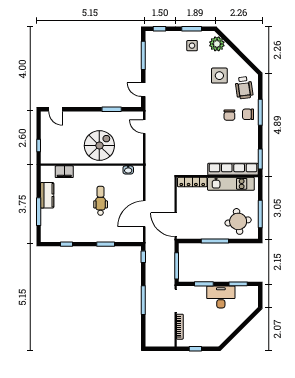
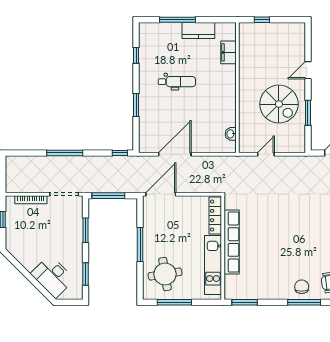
door: (55, 109) -> (308, 70), moved
chair: (229, 115) -> (301, 263), removed
door: (144, 127) -> (266, 154), moved
spiral stairs: (99, 146) -> (279, 104), moved
row of seats: (233, 169) -> (232, 242), moved
dental chair: (101, 201) -> (177, 82), moved
door: (144, 214) -> (175, 154), hinge flipped
desk: (221, 297) -> (53, 276), moved, turned 135

